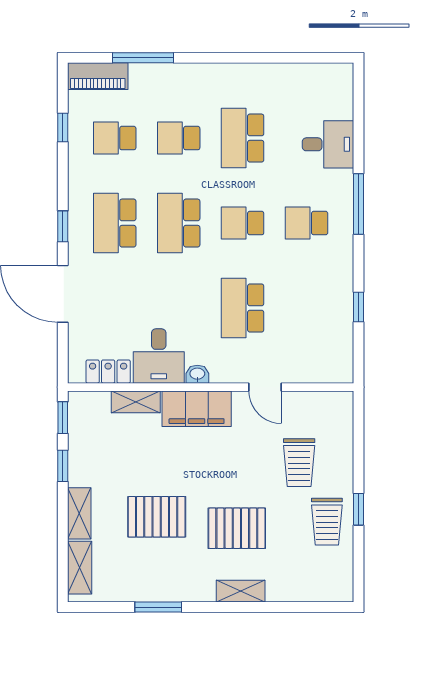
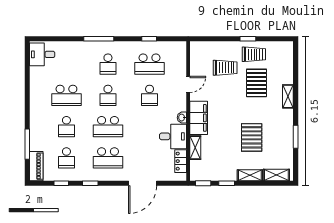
desk: (328, 144) -> (42, 54), moved, turned -90
window: (63, 226) -> (90, 183), moved
school desk: (243, 308) -> (150, 95), width x0.54
school desk: (307, 308) -> (150, 64), added
pallet: (237, 528) -> (256, 83), moved

